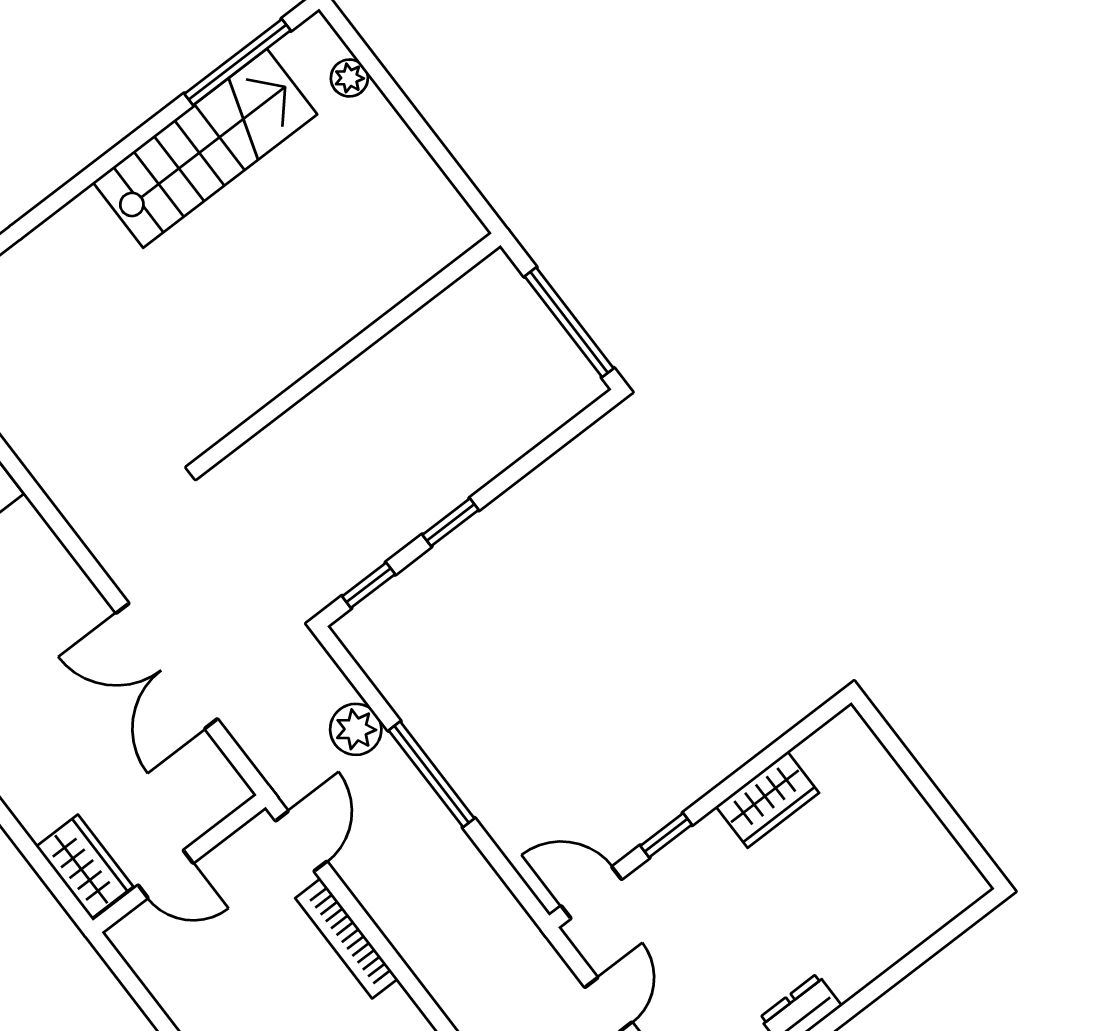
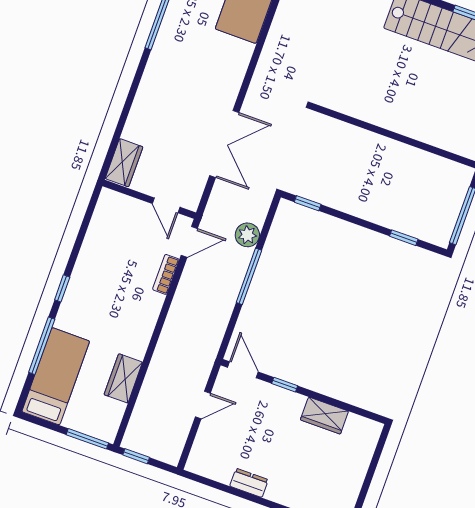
window: (451, 522) -> (404, 238), moved
double door: (167, 666) -> (224, 144), swing flipped
door: (166, 874) -> (166, 205), moved
bookcase: (346, 939) -> (166, 274), width x0.64

